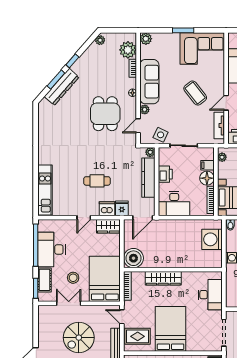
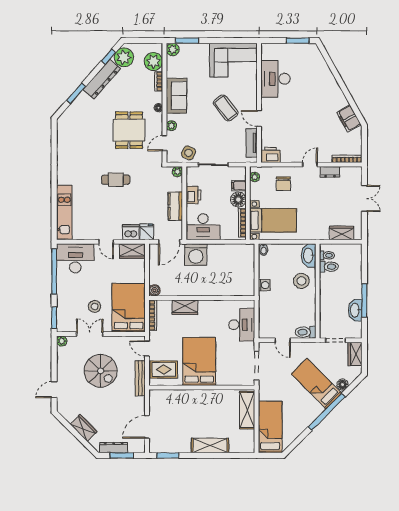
window: (183, 30) -> (187, 41), moved
plant: (100, 40) -> (124, 57), width x1.88, depth x1.88
window: (72, 61) -> (108, 57), moved
sofa: (149, 82) -> (176, 96), width x0.73
dresser: (62, 87) -> (102, 79), moved
door: (226, 103) -> (259, 118), hinge flipped
kitchen counter: (148, 178) -> (175, 206), width x0.67
cafe table: (97, 181) -> (116, 180), moved
door: (84, 218) -> (106, 242), hinge flipped
washing machine: (212, 239) -> (196, 255), moved, turned -90
desk: (52, 249) -> (75, 258), moved, turned 90
boiler: (133, 258) -> (154, 290), width x0.54, depth x0.54
wardrobe: (163, 278) -> (185, 307), width x0.67
cot: (45, 280) -> (64, 309), removed
plant: (43, 310) -> (62, 341), added
spiral stairs: (79, 338) -> (101, 371), turned -90

